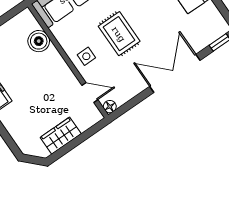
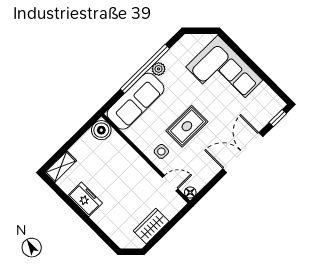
rug: (119, 34) -> (187, 126), turned 90
boiler: (39, 41) -> (101, 130), moved

